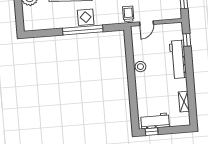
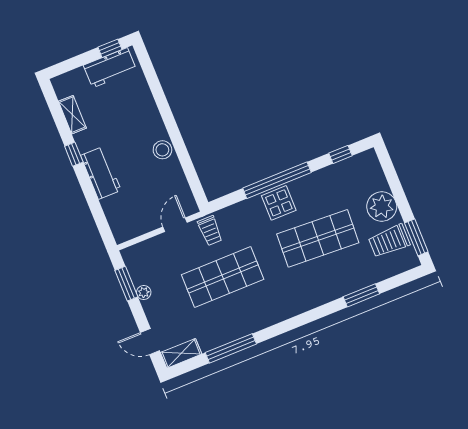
window: (43, 33) -> (341, 154), added
window: (187, 40) -> (74, 154), moved
workbench: (178, 59) -> (101, 173), width x0.73

